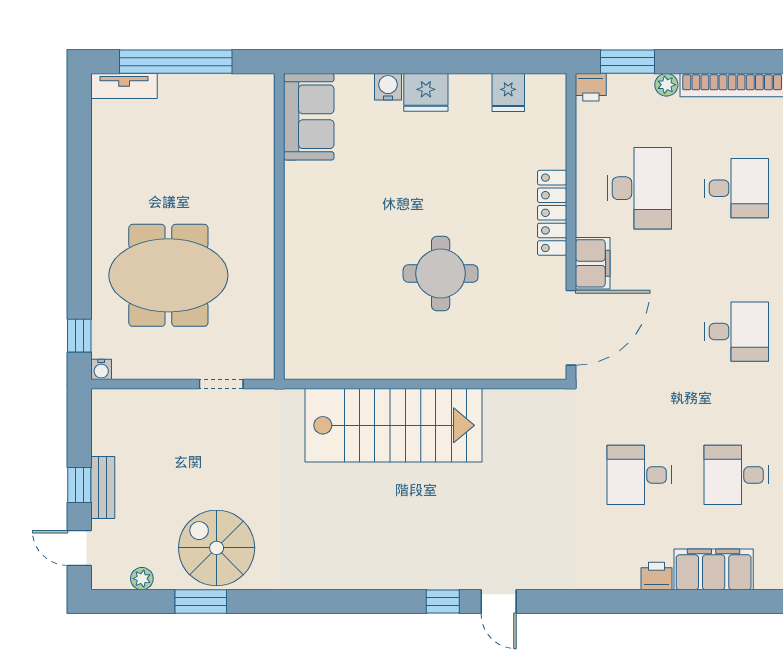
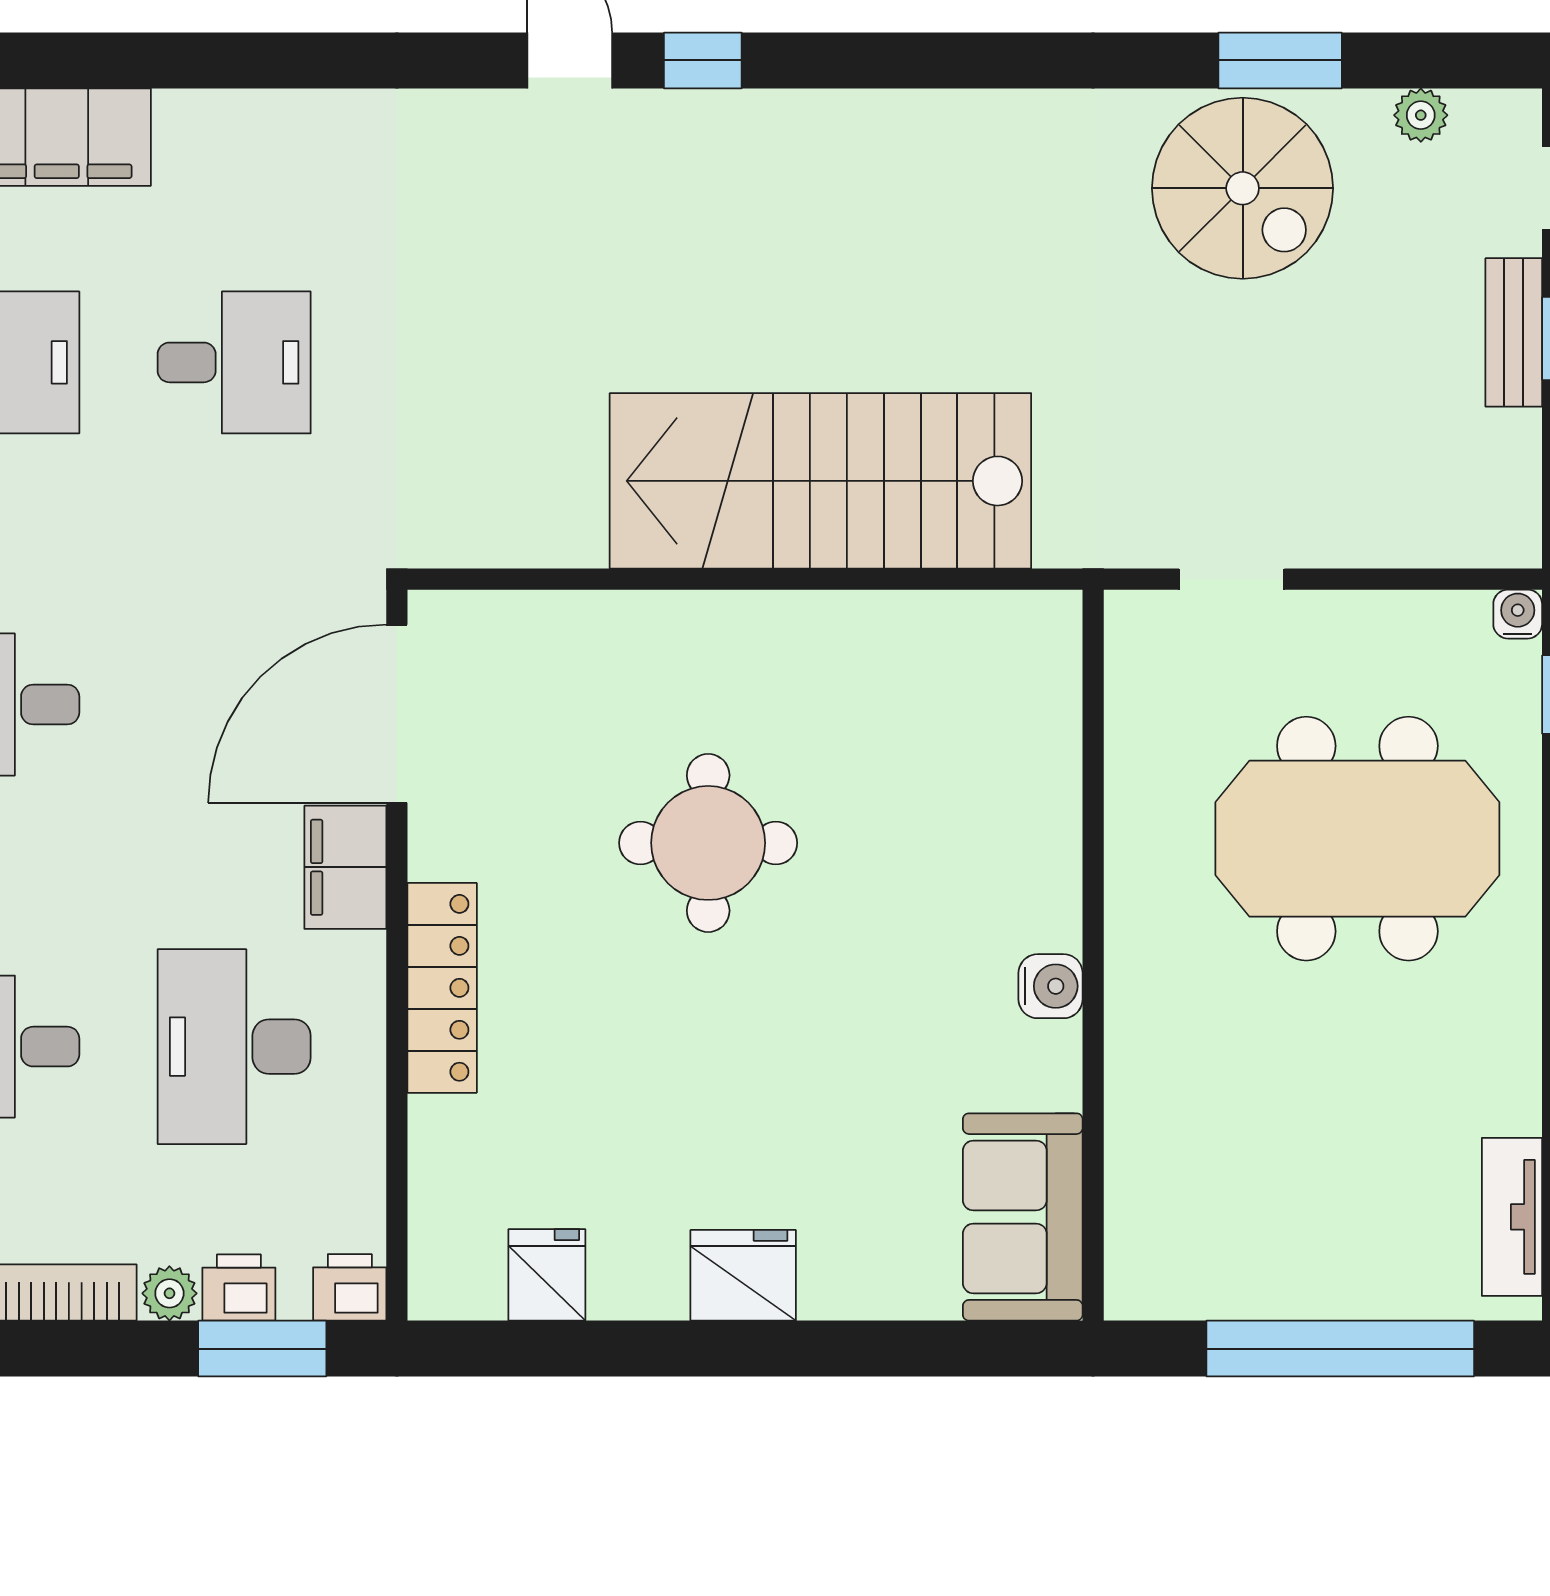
tv unit: (124, 86) -> (1512, 1217), moved, turned -90
water cooler: (388, 87) -> (1051, 986), moved, turned -90
printer: (657, 576) -> (239, 1287), moved, turned 180

